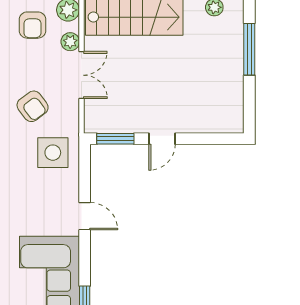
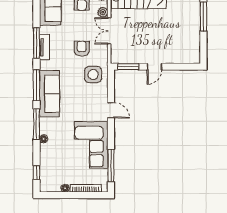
double door: (81, 75) -> (109, 31), swing flipped
armchair: (33, 106) -> (82, 49), turned -143

